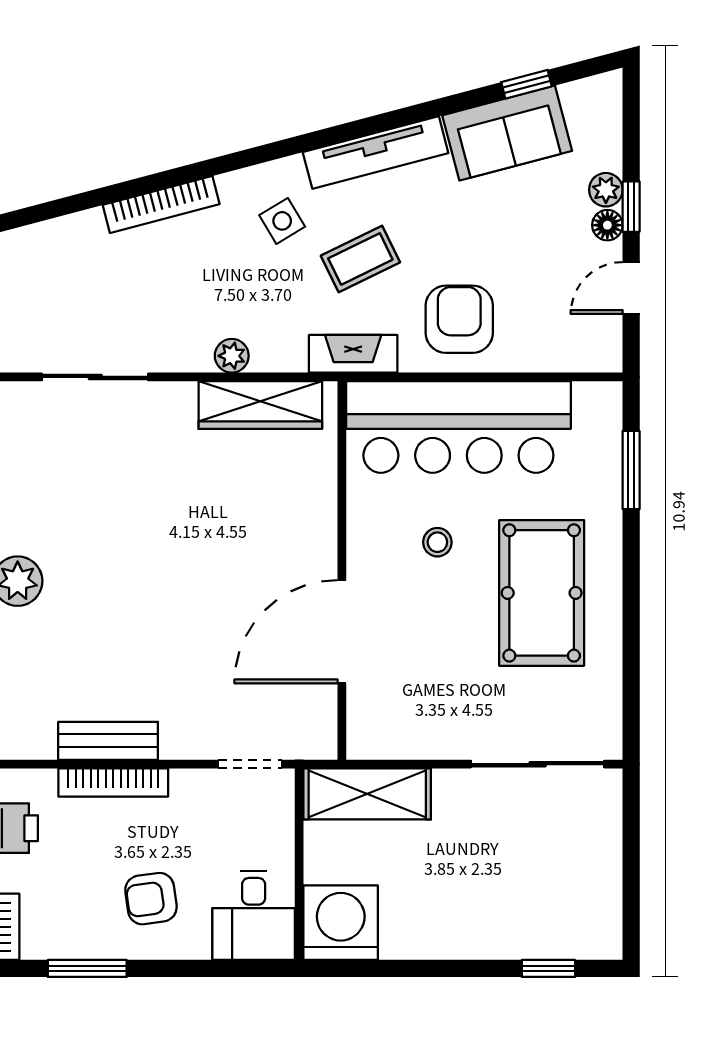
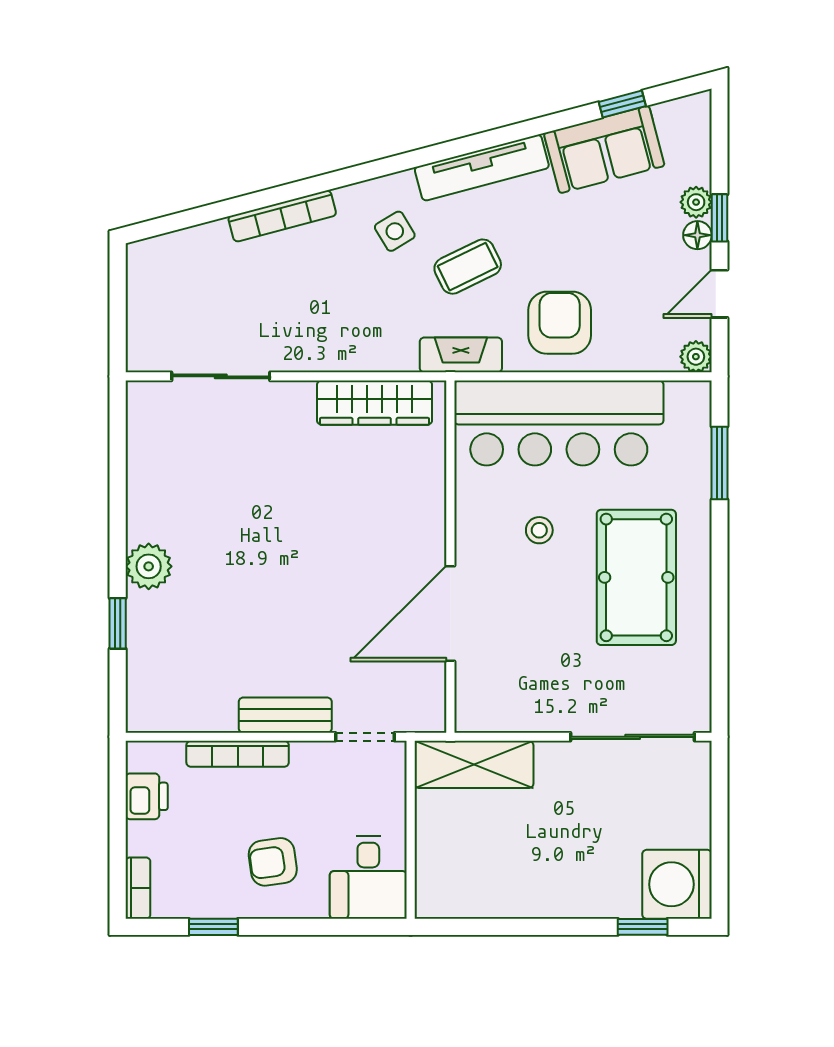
plant: (232, 356) -> (696, 357), moved
bench: (108, 741) -> (285, 715), moved
washing machine: (341, 923) -> (677, 884), moved, turned -90
window: (87, 968) -> (213, 927), width x0.67

